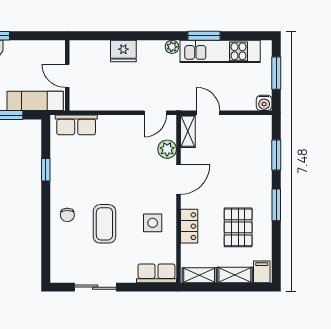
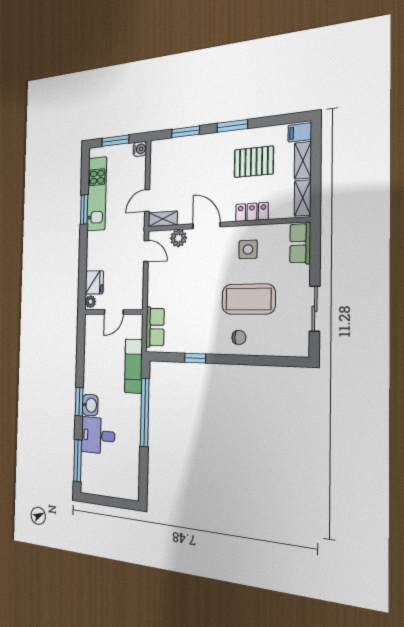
plant: (172, 47) -> (90, 302), moved
wall: (67, 75) -> (113, 312), moved
door: (67, 76) -> (114, 312), moved
coffee table: (104, 224) -> (248, 299), width x1.36, depth x1.32

